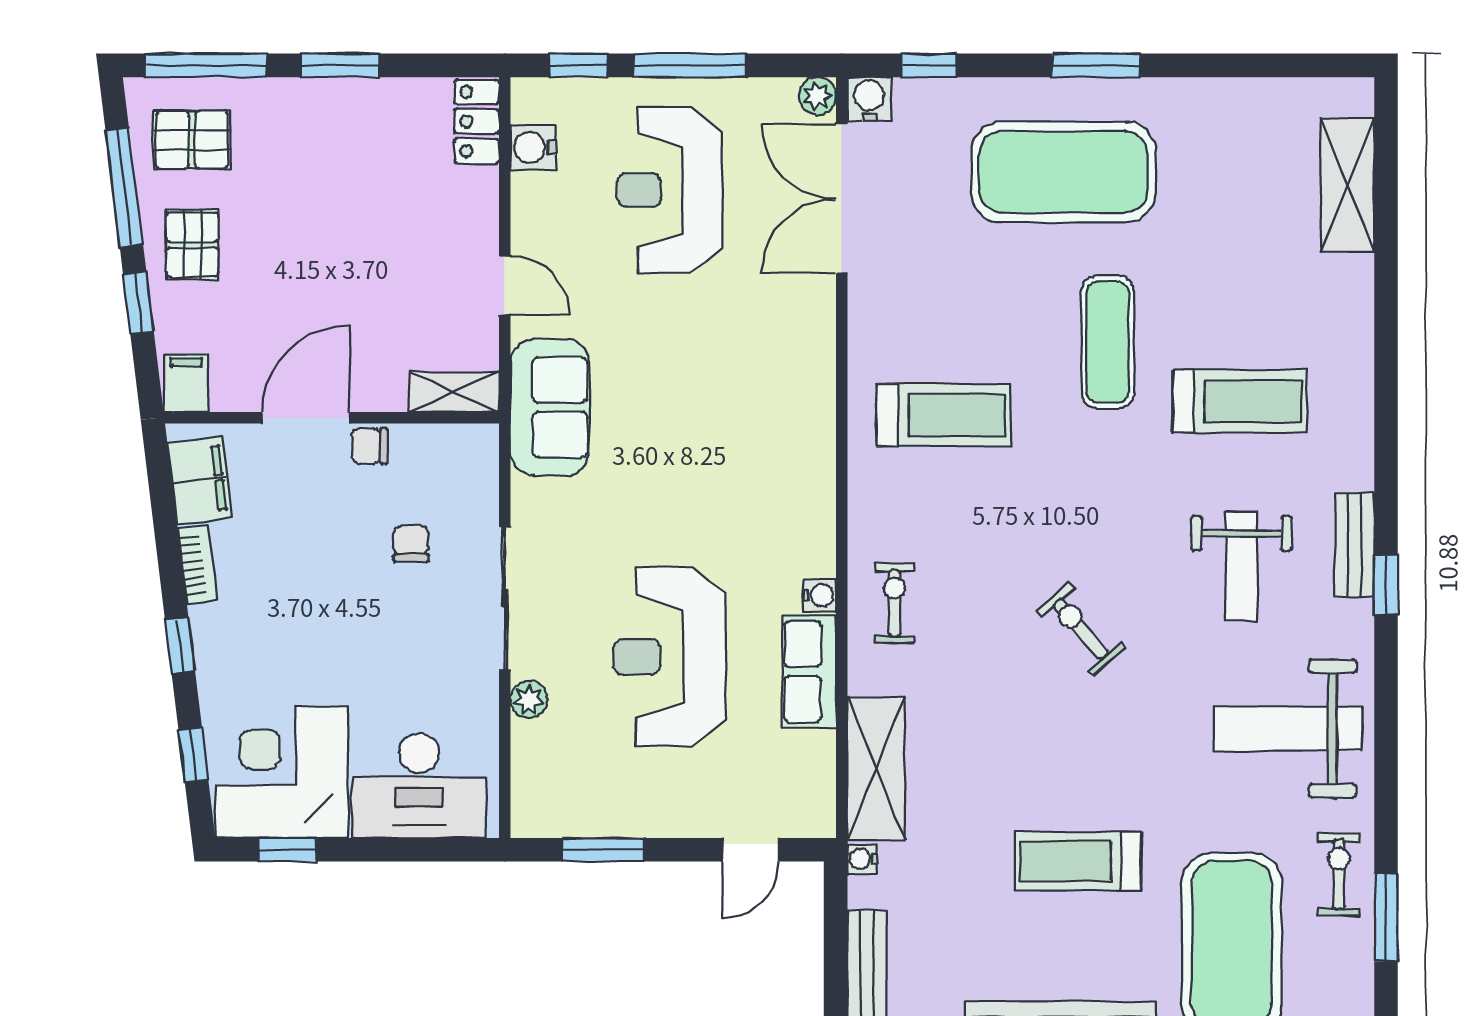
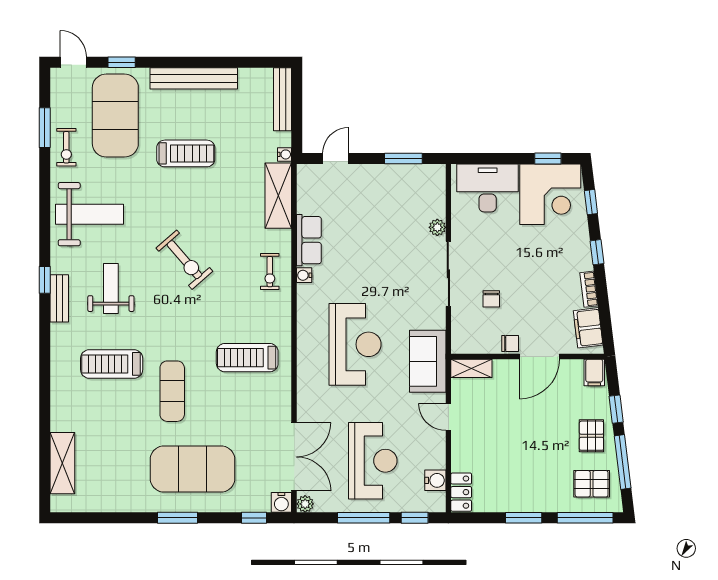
exercise bike: (1081, 629) -> (184, 260), width x1.38, depth x1.39
reception desk: (670, 657) -> (355, 344), moved

